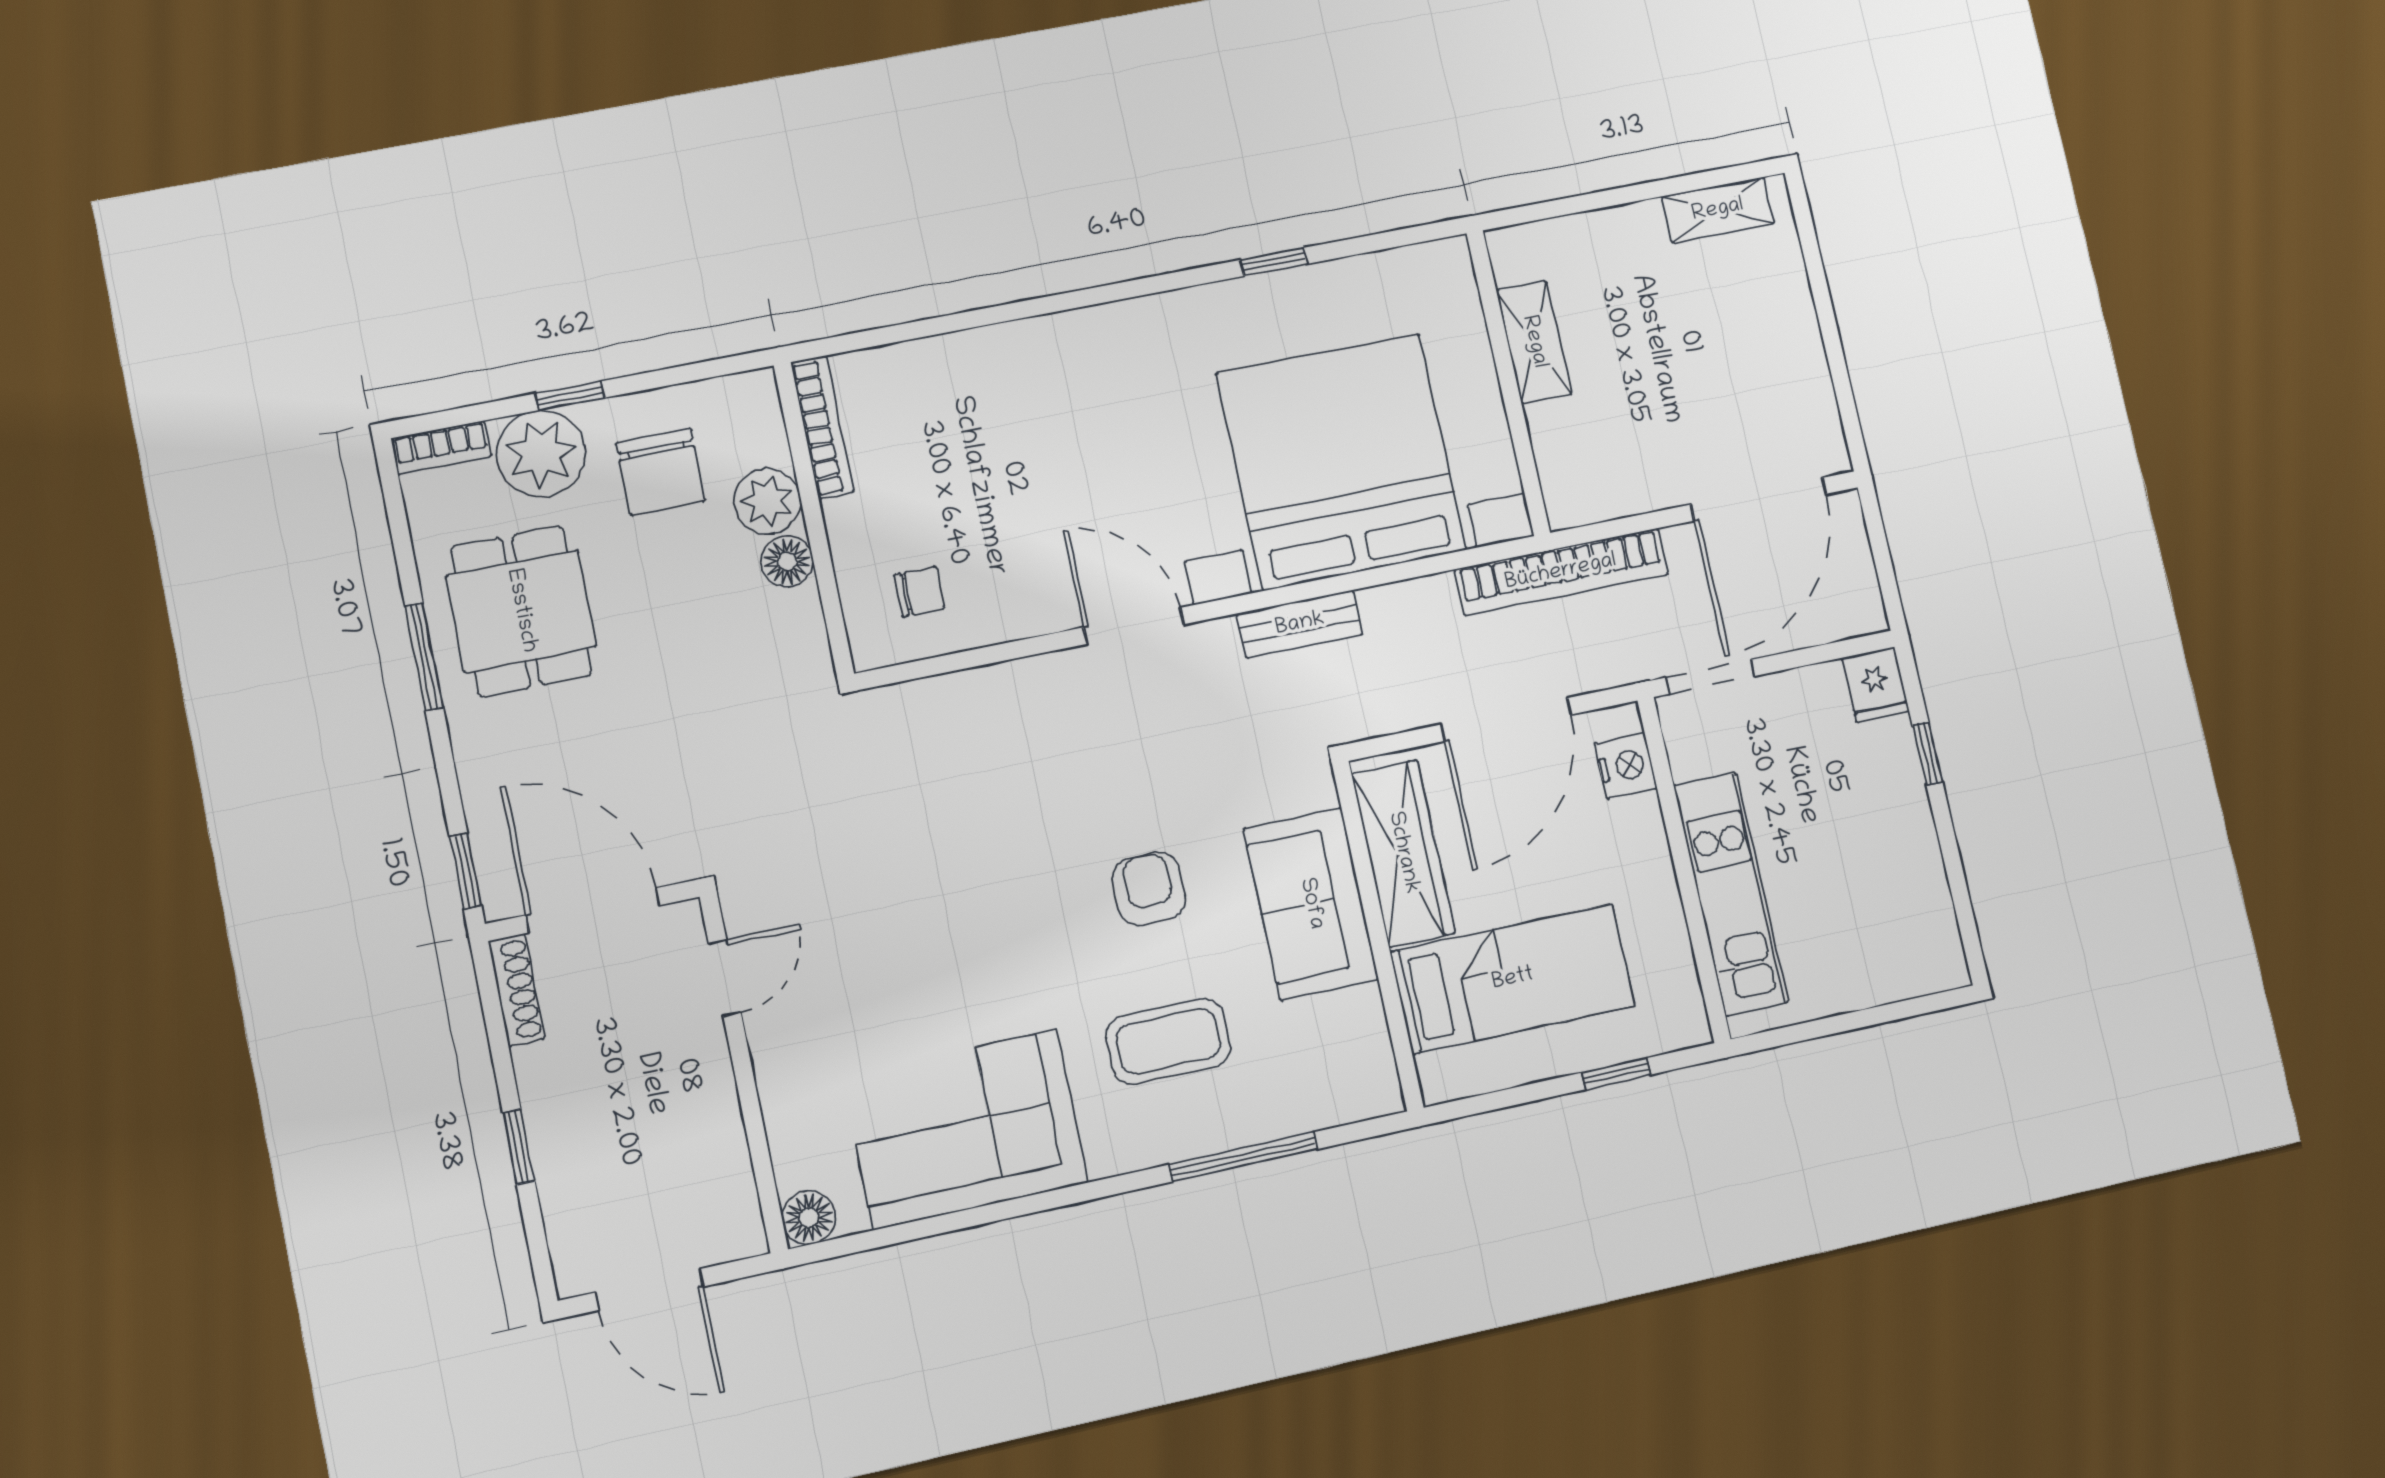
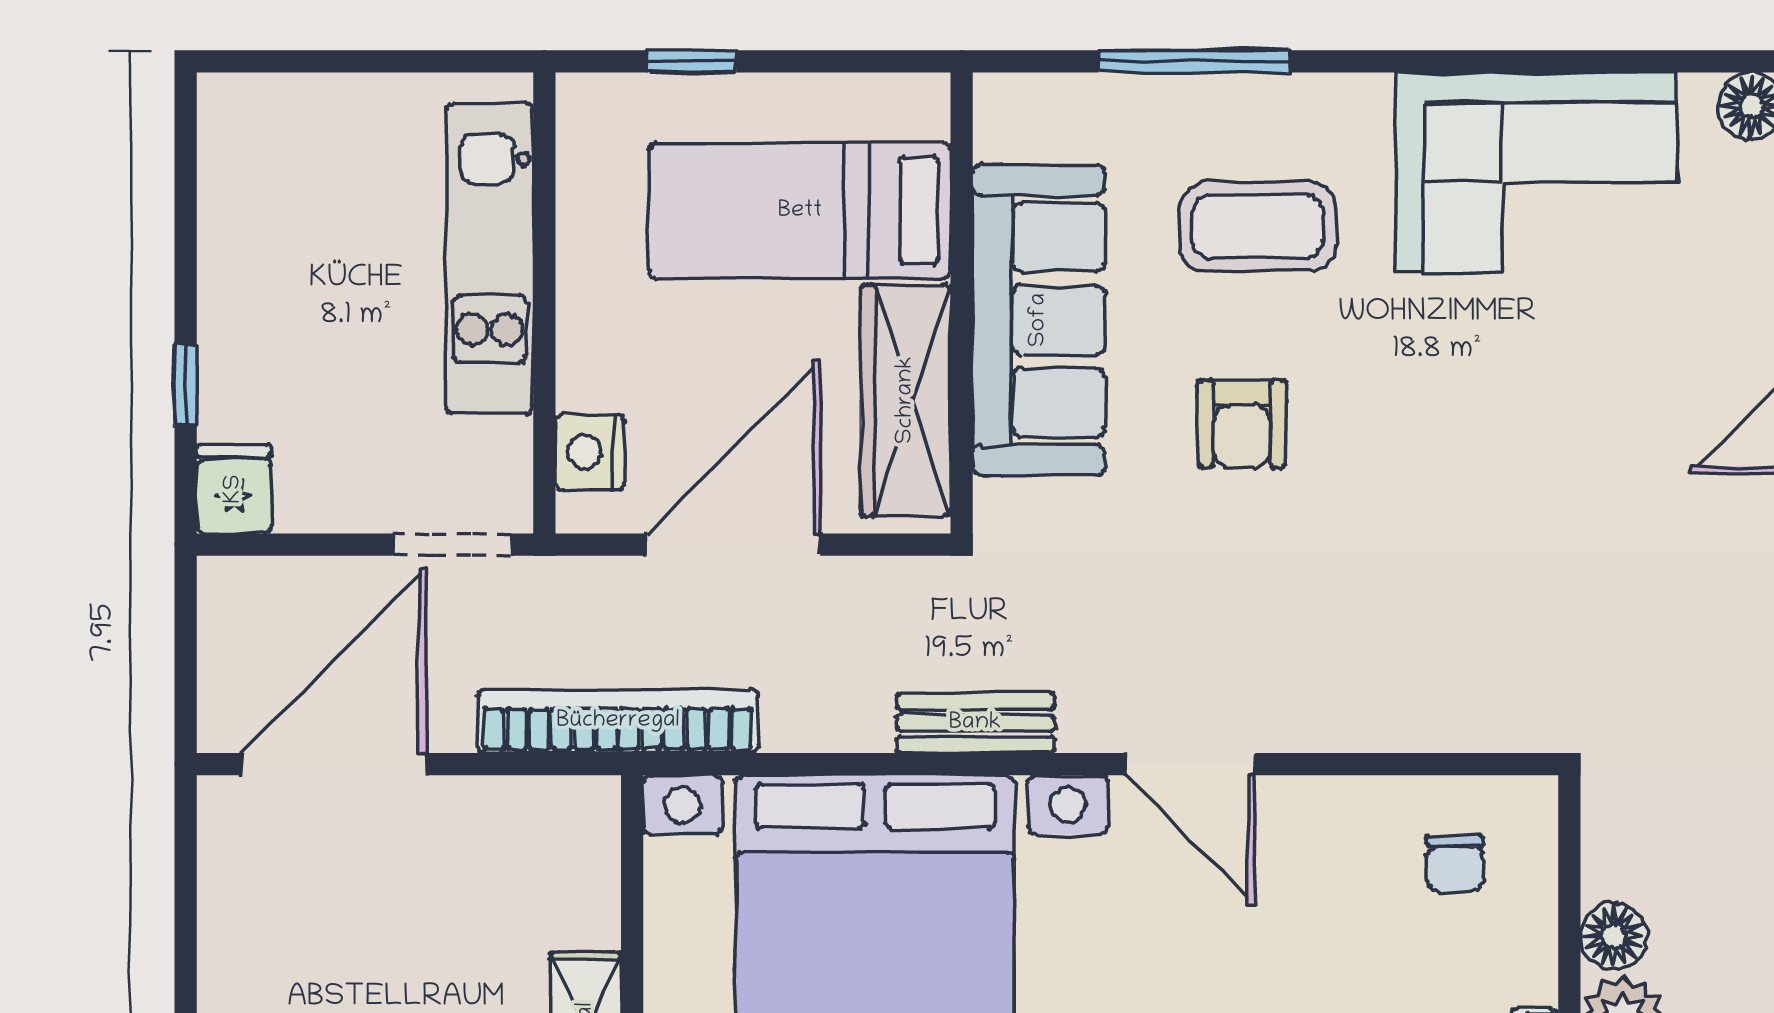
chair: (919, 592) -> (1455, 864), turned -90
sofa: (1311, 904) -> (1039, 320), width x1.36

